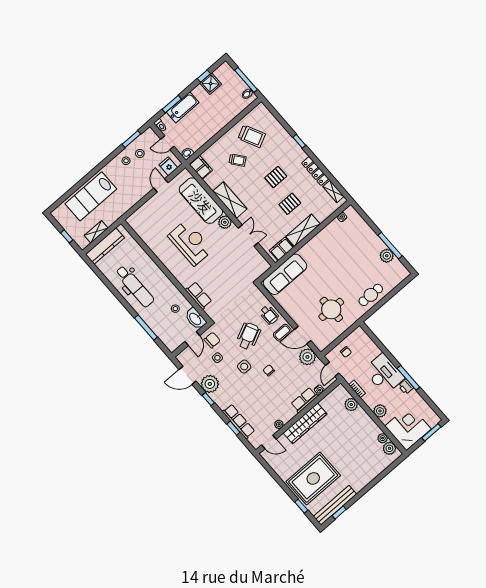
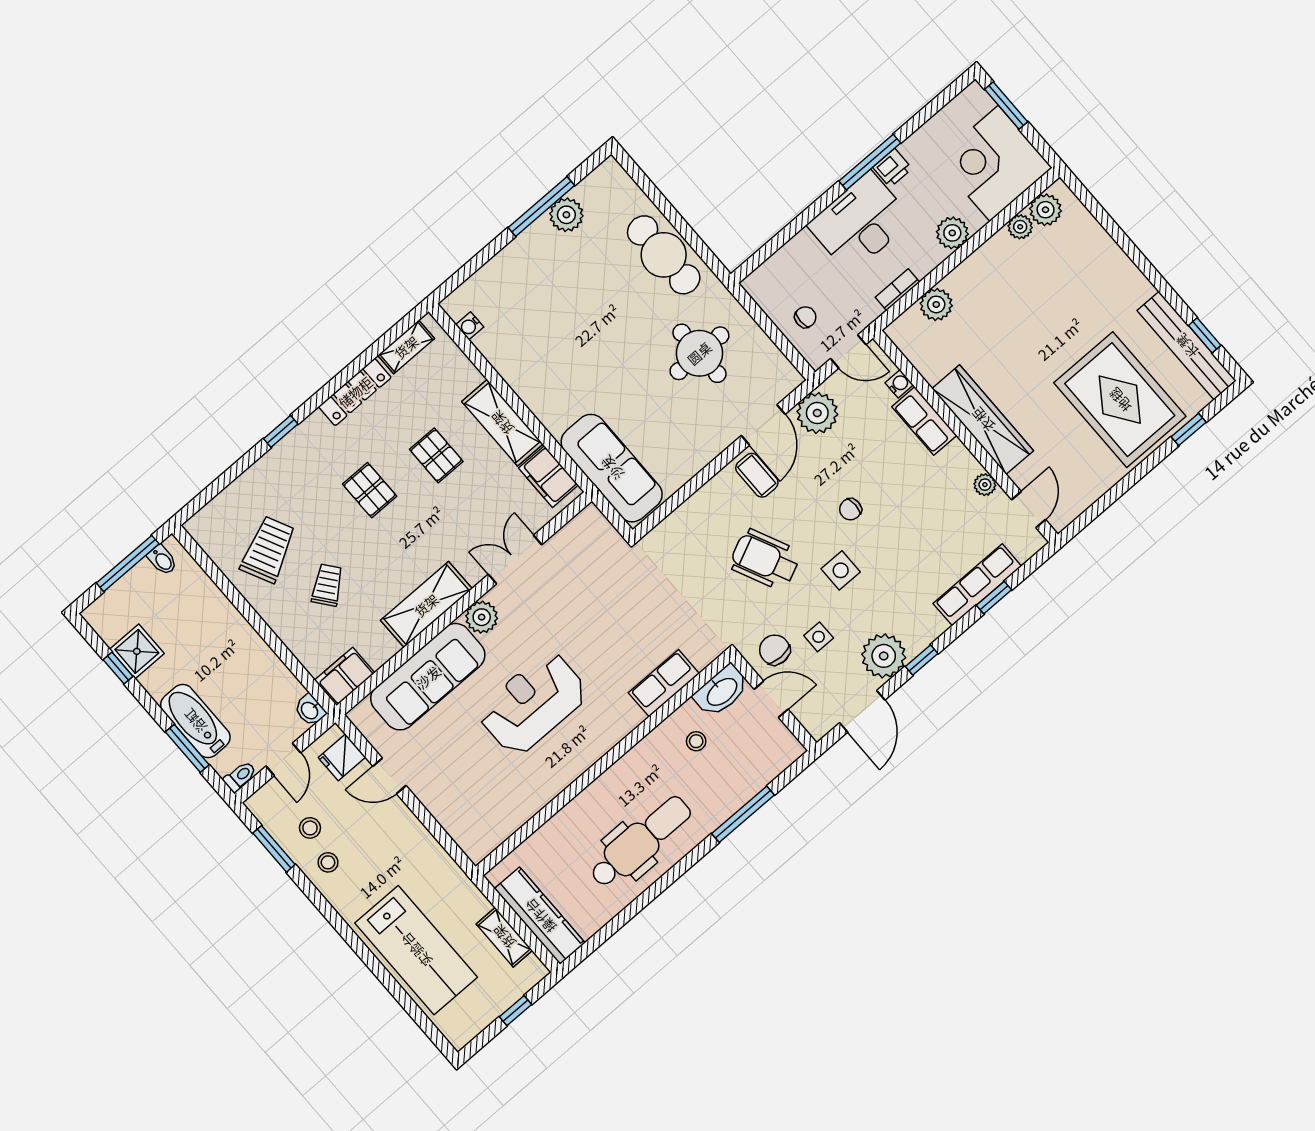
cafe table: (371, 295) -> (664, 255), width x1.37, depth x1.35
wheelchair: (269, 315) -> (712, 508), removed

